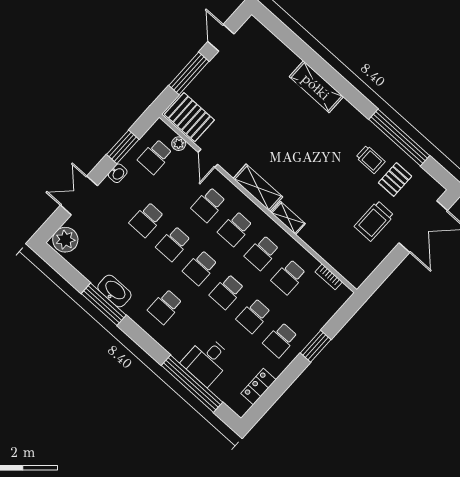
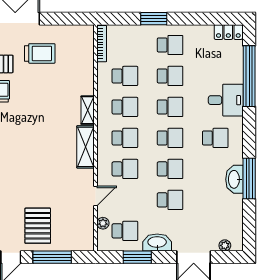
pallet: (189, 117) -> (38, 226), moved
washbasin: (118, 173) -> (157, 243), width x1.91, depth x1.45
plant: (65, 240) -> (225, 245), width x0.53, depth x0.53
bookcase: (329, 277) -> (102, 44), width x1.56
desk: (207, 361) -> (226, 100), moved
locker: (258, 387) -> (228, 32), moved

